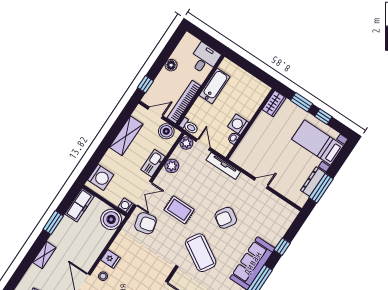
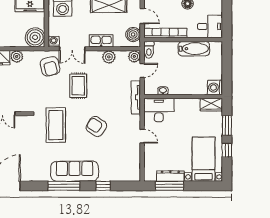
washing machine: (238, 125) -> (215, 87), moved, turned -90
desk: (248, 153) -> (159, 110), added
plant: (117, 247) -> (17, 56), added
coffee table: (201, 253) -> (56, 125), turned -31

